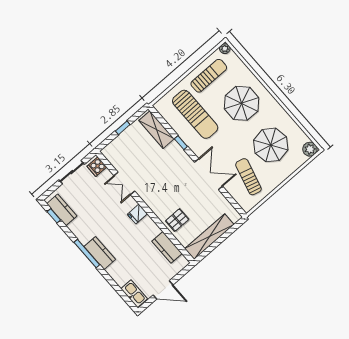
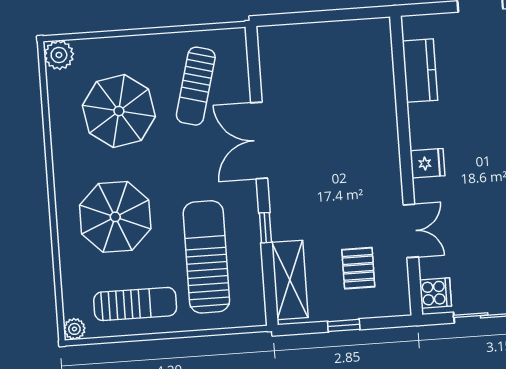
sun lounger: (209, 76) -> (135, 304), turned 180
pallet: (177, 220) -> (358, 268), moved, turned 90
shelving: (209, 237) -> (336, 36), removed

